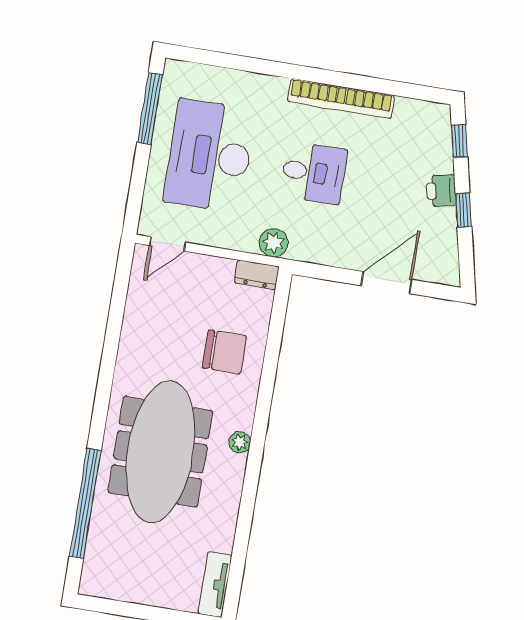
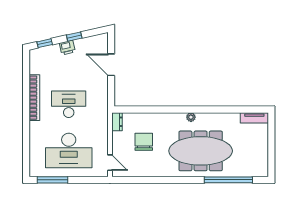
desk: (314, 173) -> (69, 104), width x1.37
plant: (274, 243) -> (102, 117), removed
chair: (224, 352) -> (144, 142), moved

